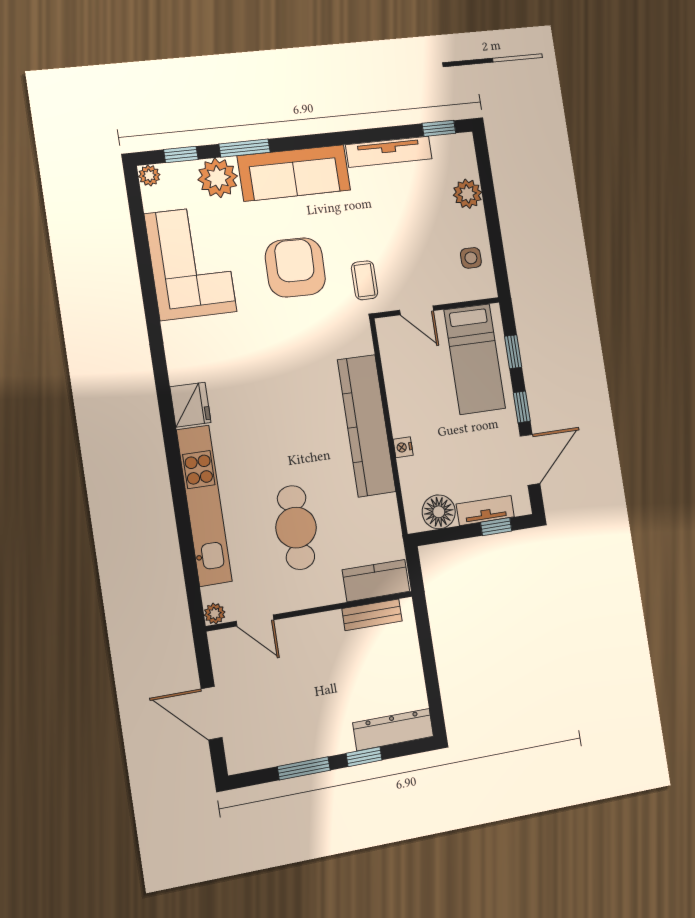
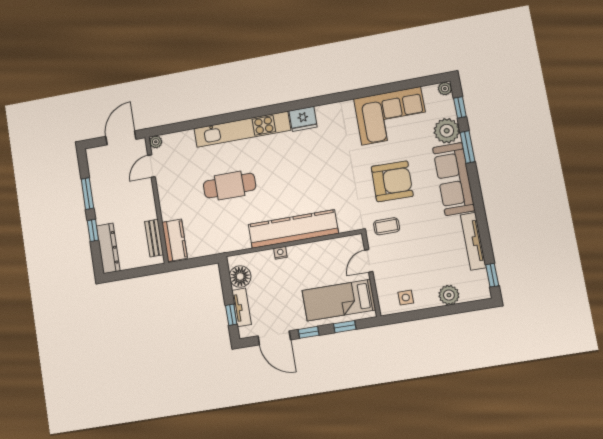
kitchen counter: (376, 581) -> (175, 240), moved
wall: (310, 611) -> (157, 200), moved
plant: (215, 614) -> (156, 142), moved
bench: (372, 615) -> (154, 238), moved
door: (255, 620) -> (152, 166), moved

